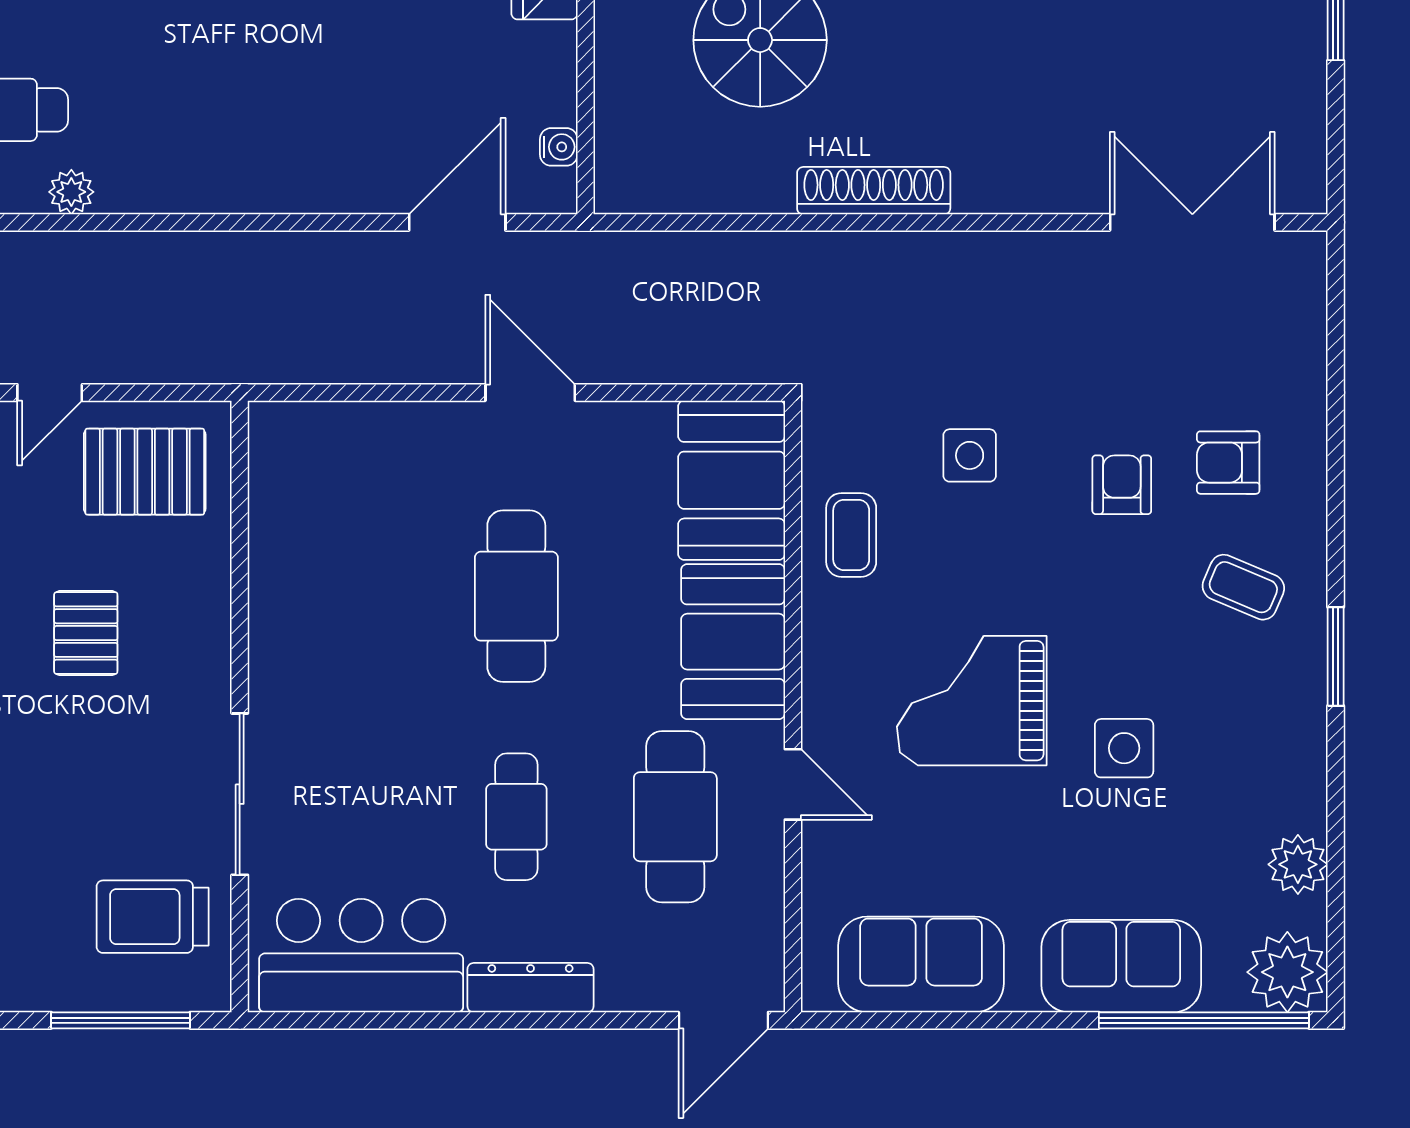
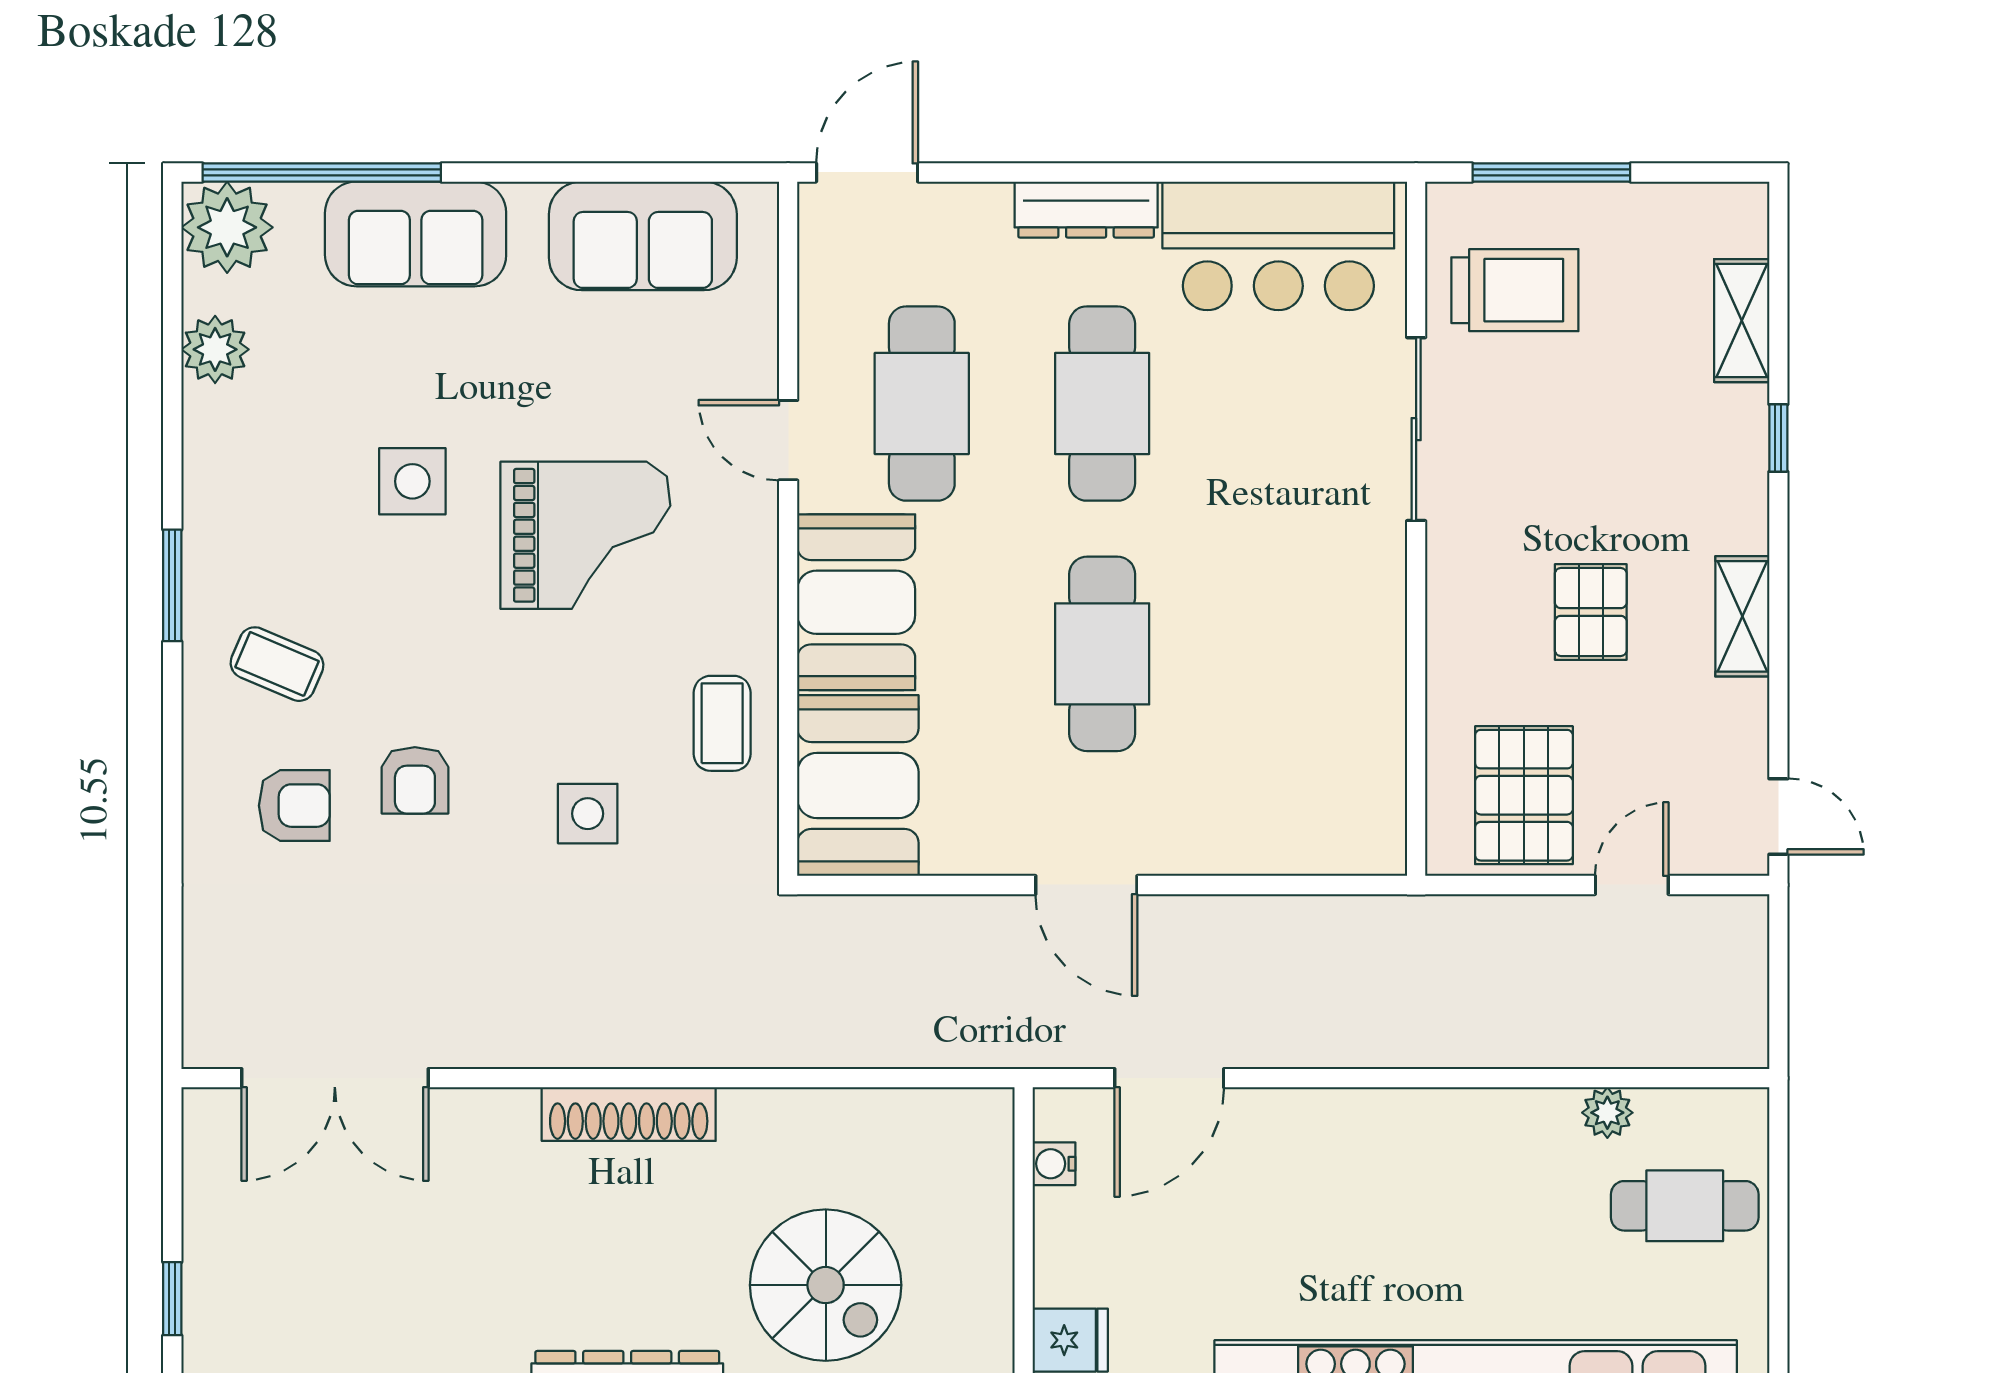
shoe rack: (874, 191) -> (629, 1114), moved
pallet: (145, 472) -> (1524, 795), turned 90
cafe table: (516, 817) -> (1102, 404), width x1.37, depth x1.35

